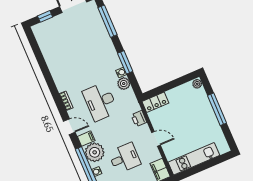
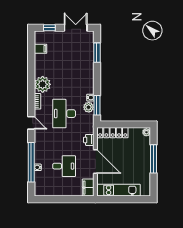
window: (108, 21) -> (97, 53), width x0.69
window: (125, 62) -> (97, 105), moved
locker: (155, 102) -> (113, 133), width x1.53
filing cabinet: (86, 139) -> (41, 49), moved
door: (156, 139) -> (95, 162), width x1.87
plant: (95, 152) -> (43, 84), moved

